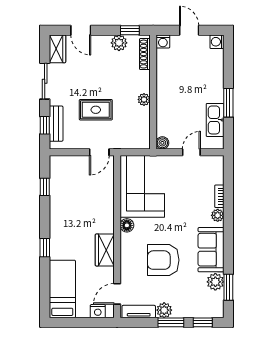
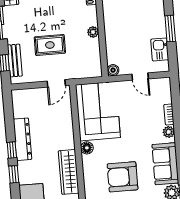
kitchen sink: (215, 120) -> (160, 49), width x0.73
door: (191, 152) -> (140, 76), swing flipped
window: (45, 187) -> (12, 150), moved
dresser: (57, 210) -> (23, 139), added
wardrobe: (105, 250) -> (69, 172), width x1.50

